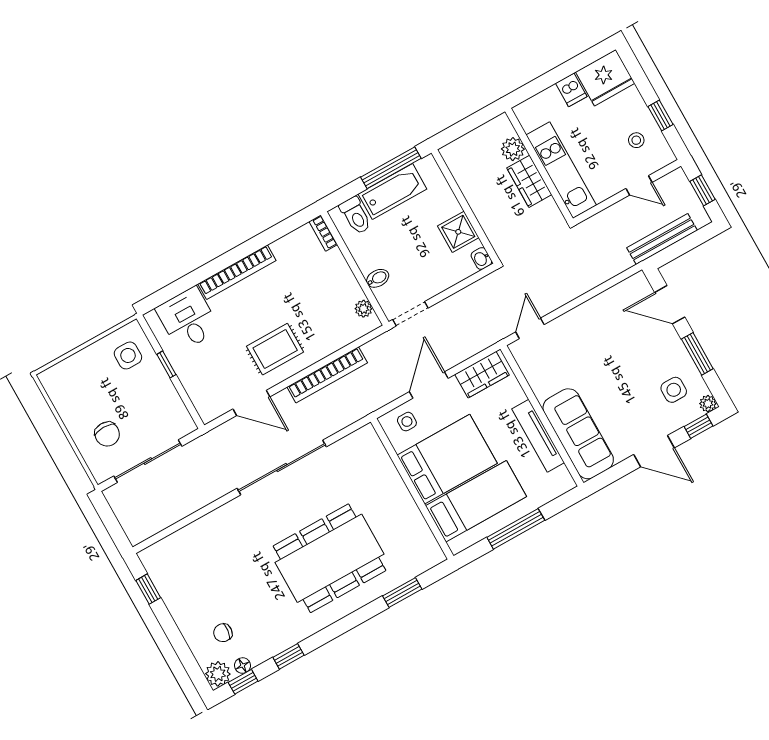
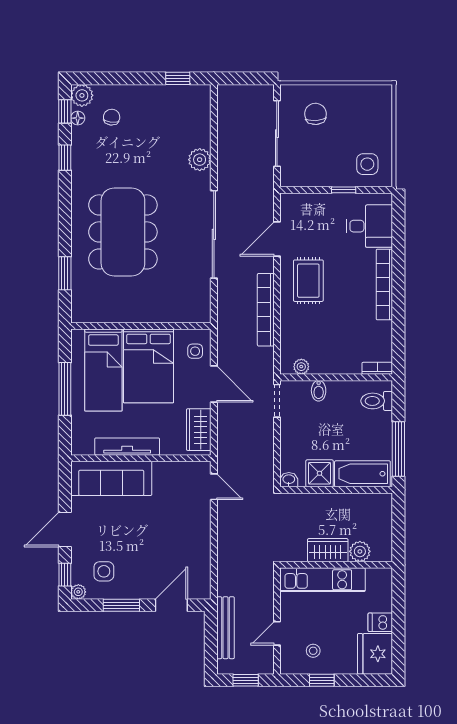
bathtub: (392, 191) -> (362, 474), moved, turned 90
chair: (107, 434) -> (316, 114), turned 86
plant: (216, 523) -> (200, 160), added

